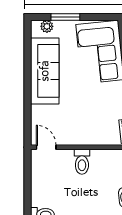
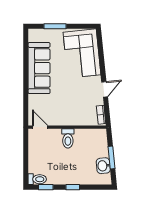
plant: (47, 26) -> (41, 33), removed

